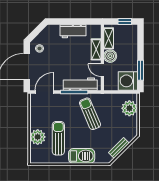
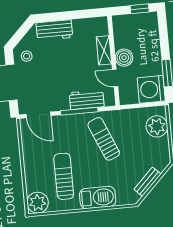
workbench: (73, 31) -> (54, 30), moved
shelving: (109, 38) -> (120, 34), removed
workbench: (80, 84) -> (87, 100), width x0.73
door: (44, 92) -> (38, 115), swing flipped
plant: (38, 137) -> (38, 203), moved

